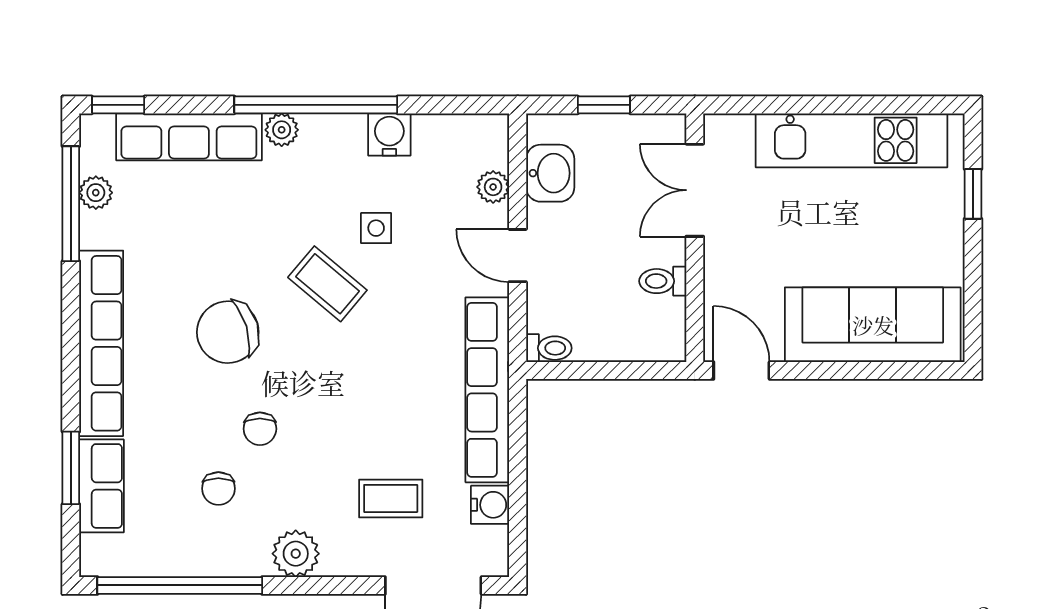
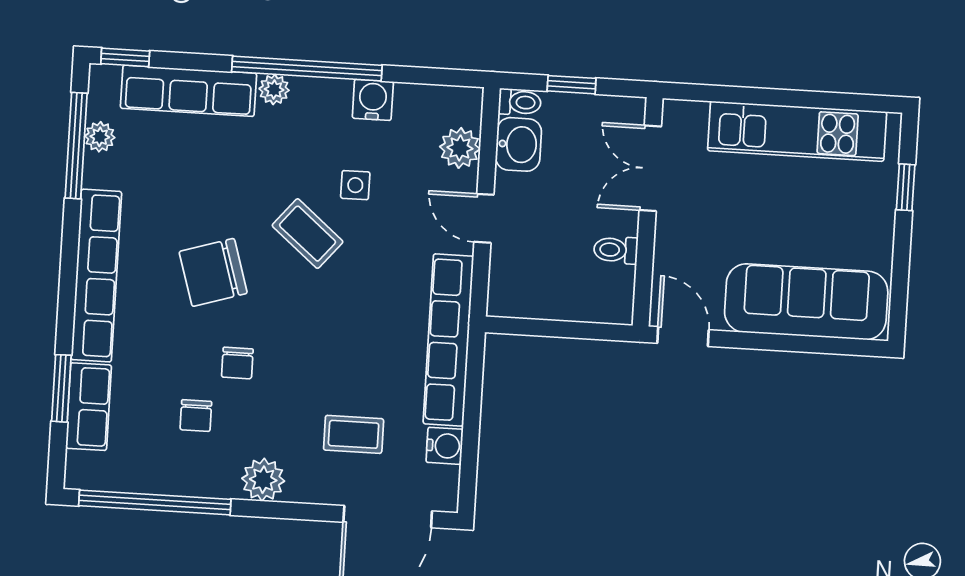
plant: (493, 187) -> (460, 148), width x1.38, depth x1.38
toilet: (549, 348) -> (520, 102), moved

